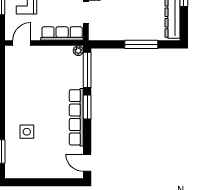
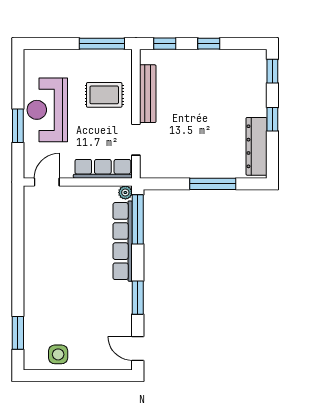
window: (87, 107) -> (138, 298), moved
row of seats: (76, 117) -> (123, 241), moved
side table: (27, 132) -> (58, 354), moved

